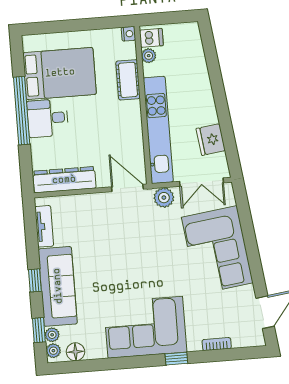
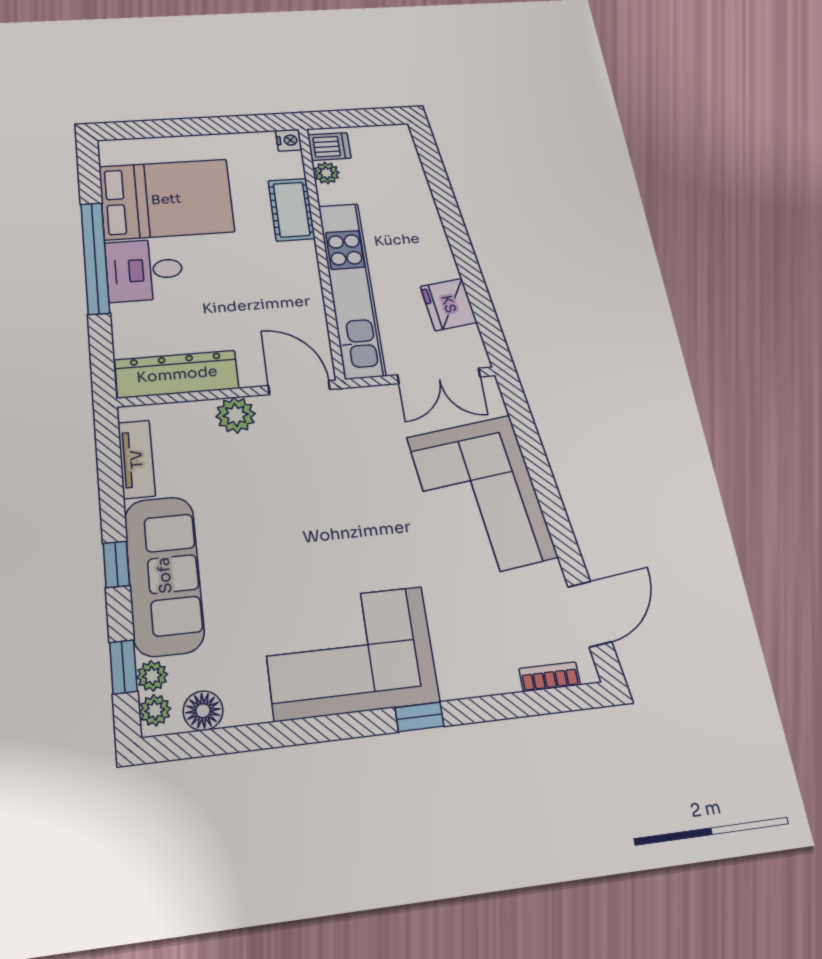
plant: (164, 198) -> (236, 415), moved
bookcase: (217, 344) -> (550, 677), moved

